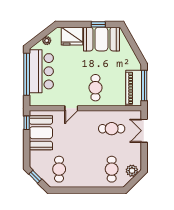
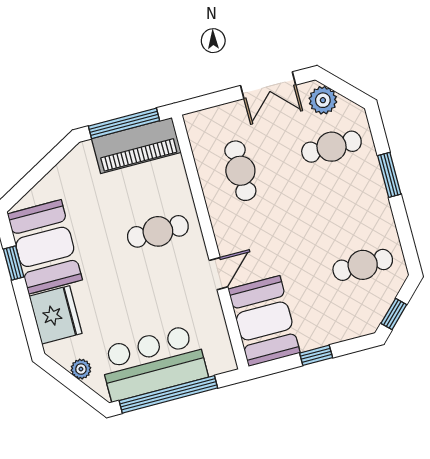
door: (71, 108) -> (219, 274), hinge flipped
window: (27, 123) -> (316, 355), moved
double door: (144, 131) -> (268, 85), moved
booth: (41, 133) -> (264, 321), moved, turned 90
window: (94, 190) -> (389, 175), added

